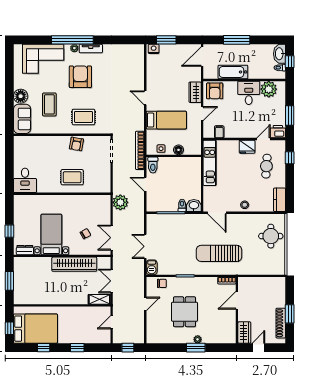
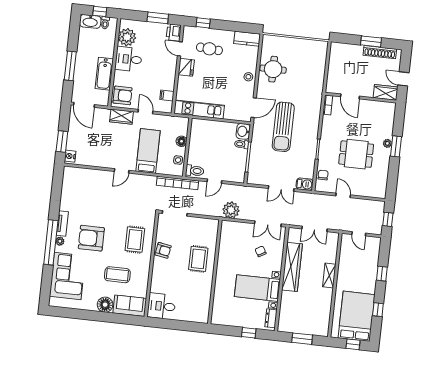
desk: (25, 180) -> (161, 306), moved, turned 180
round table: (271, 236) -> (273, 69), moved
sun lounger: (219, 253) -> (283, 127), moved
shelving: (99, 299) -> (329, 276), moved

